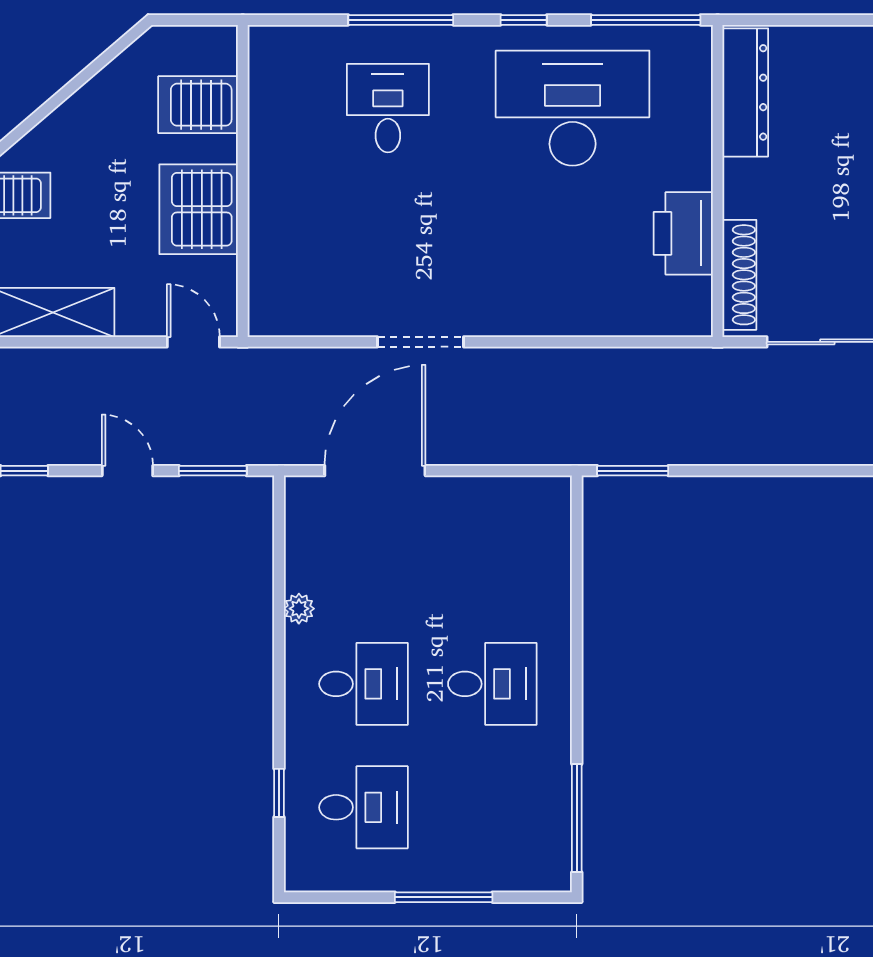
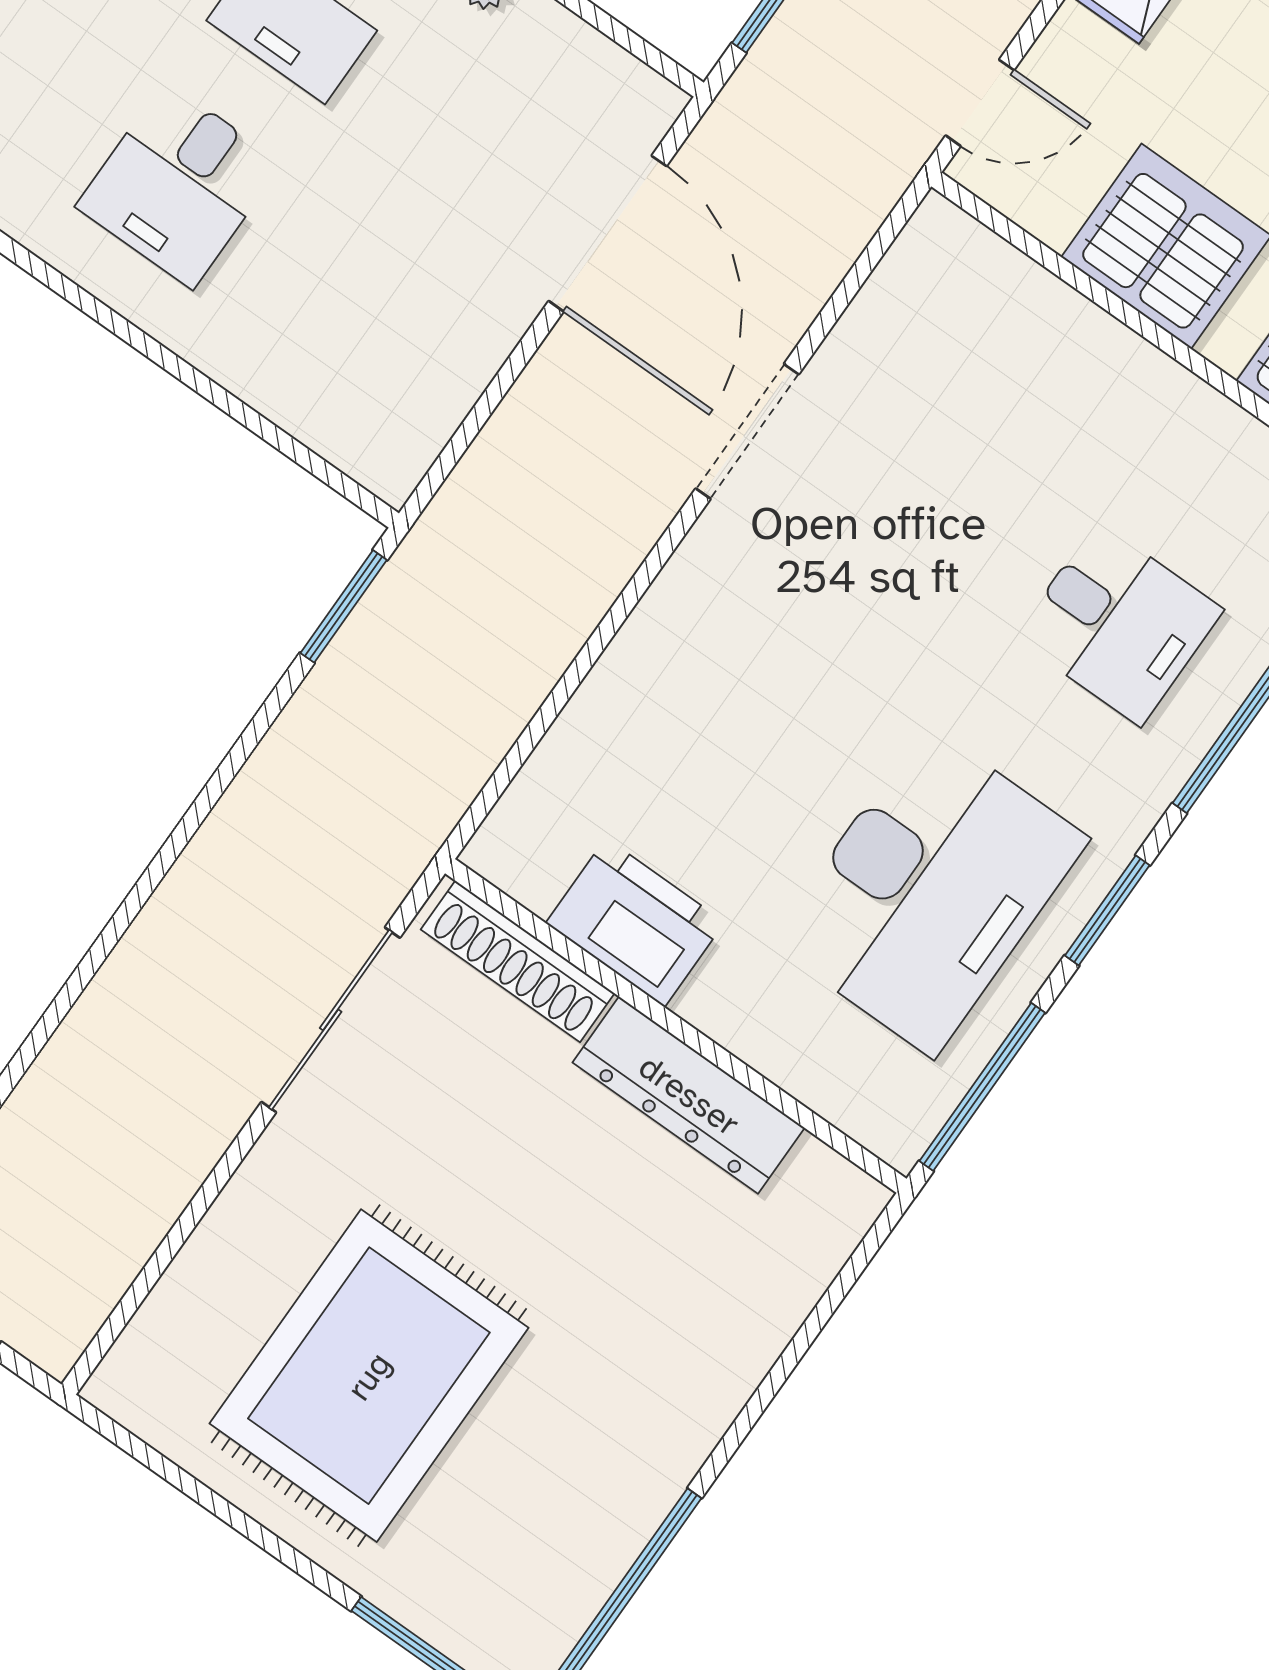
window: (524, 20) -> (1107, 910), width x1.50
dresser: (745, 92) -> (689, 1095), moved

